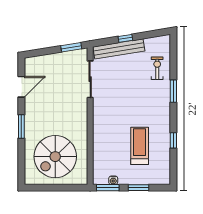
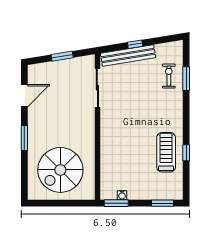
window: (71, 47) -> (62, 56), moved
window: (173, 91) -> (186, 79), moved
treadmill: (140, 146) -> (166, 152), moved
window: (138, 188) -> (163, 203), moved

